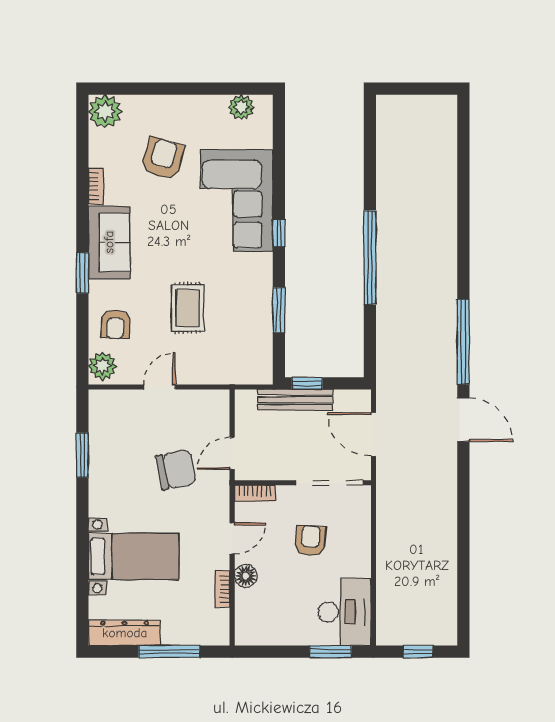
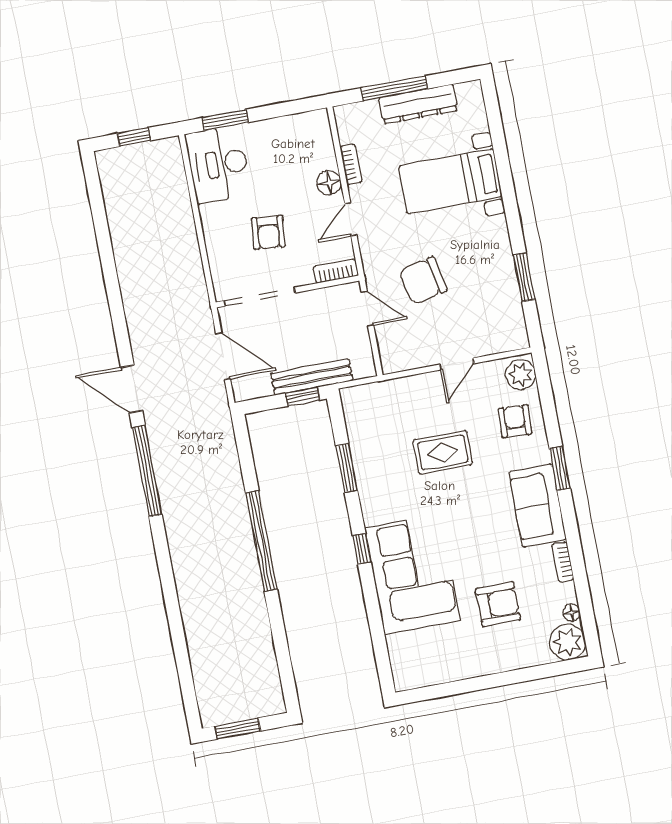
window: (424, 89) -> (238, 728), added
plant: (241, 107) -> (426, 673), removed
floor lamp: (96, 138) -> (572, 612), added
armchair: (163, 159) -> (498, 604), turned -106
rug: (188, 308) -> (443, 452), turned 90
door: (232, 453) -> (367, 309), hinge flipped
dresser: (125, 633) -> (418, 104), moved

